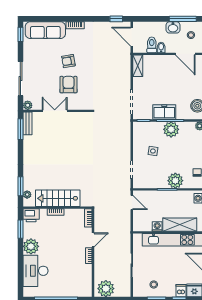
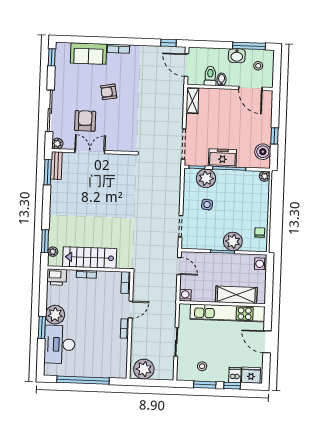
sofa: (45, 30) -> (88, 54), width x0.73
armchair: (68, 85) -> (85, 121), moved
plant: (171, 129) -> (206, 178), moved
washing machine: (157, 227) -> (185, 295), moved
window: (20, 229) -> (42, 328), moved

